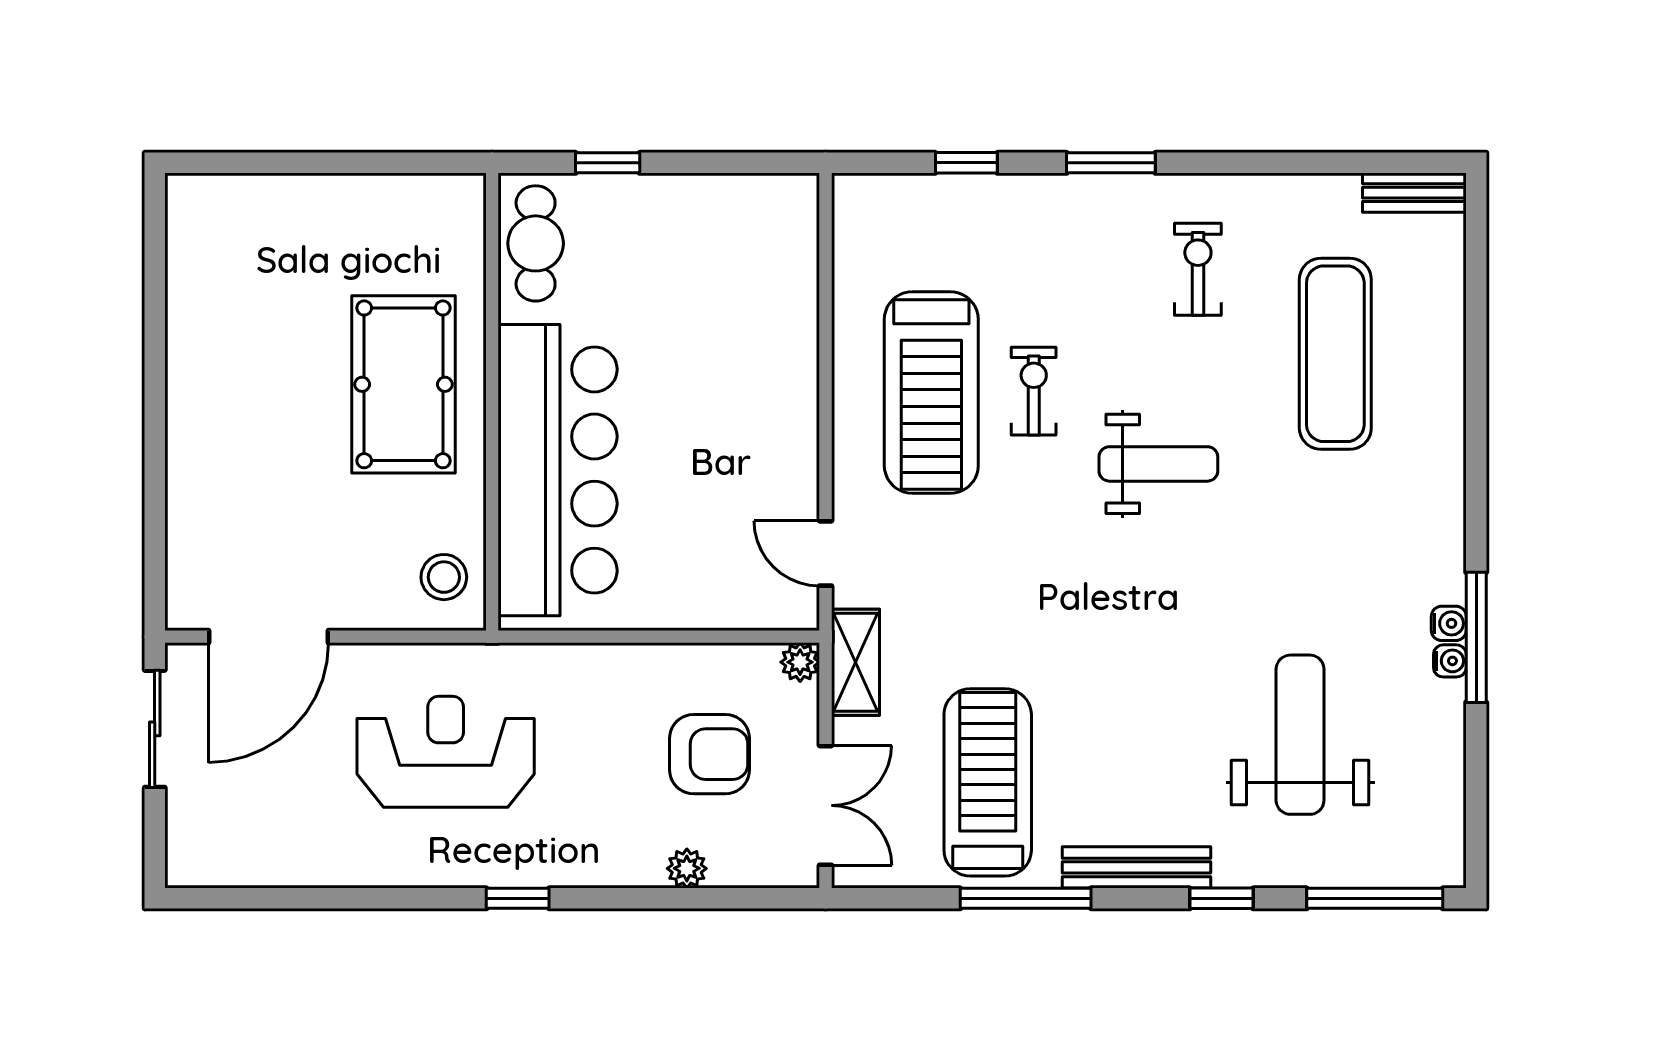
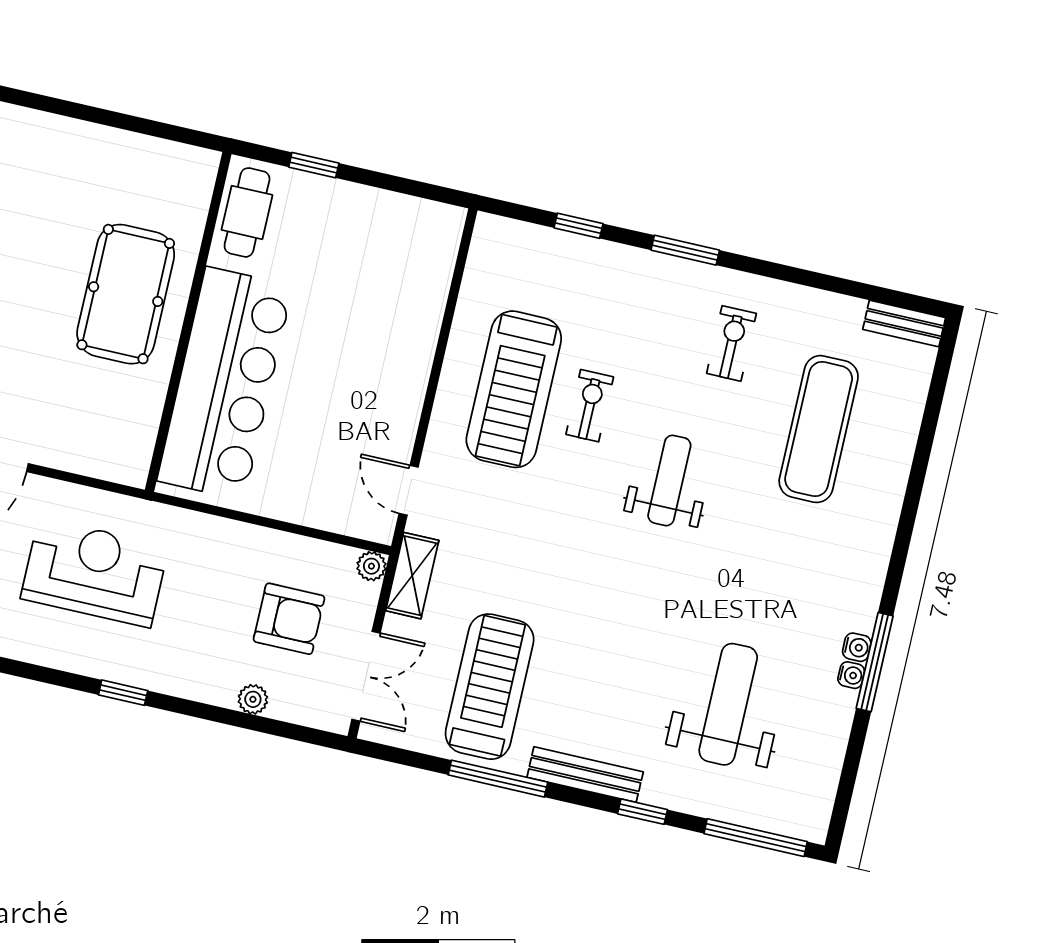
weight bench: (1158, 464) -> (669, 480), turned -90
stool: (444, 577) -> (123, 443), removed

